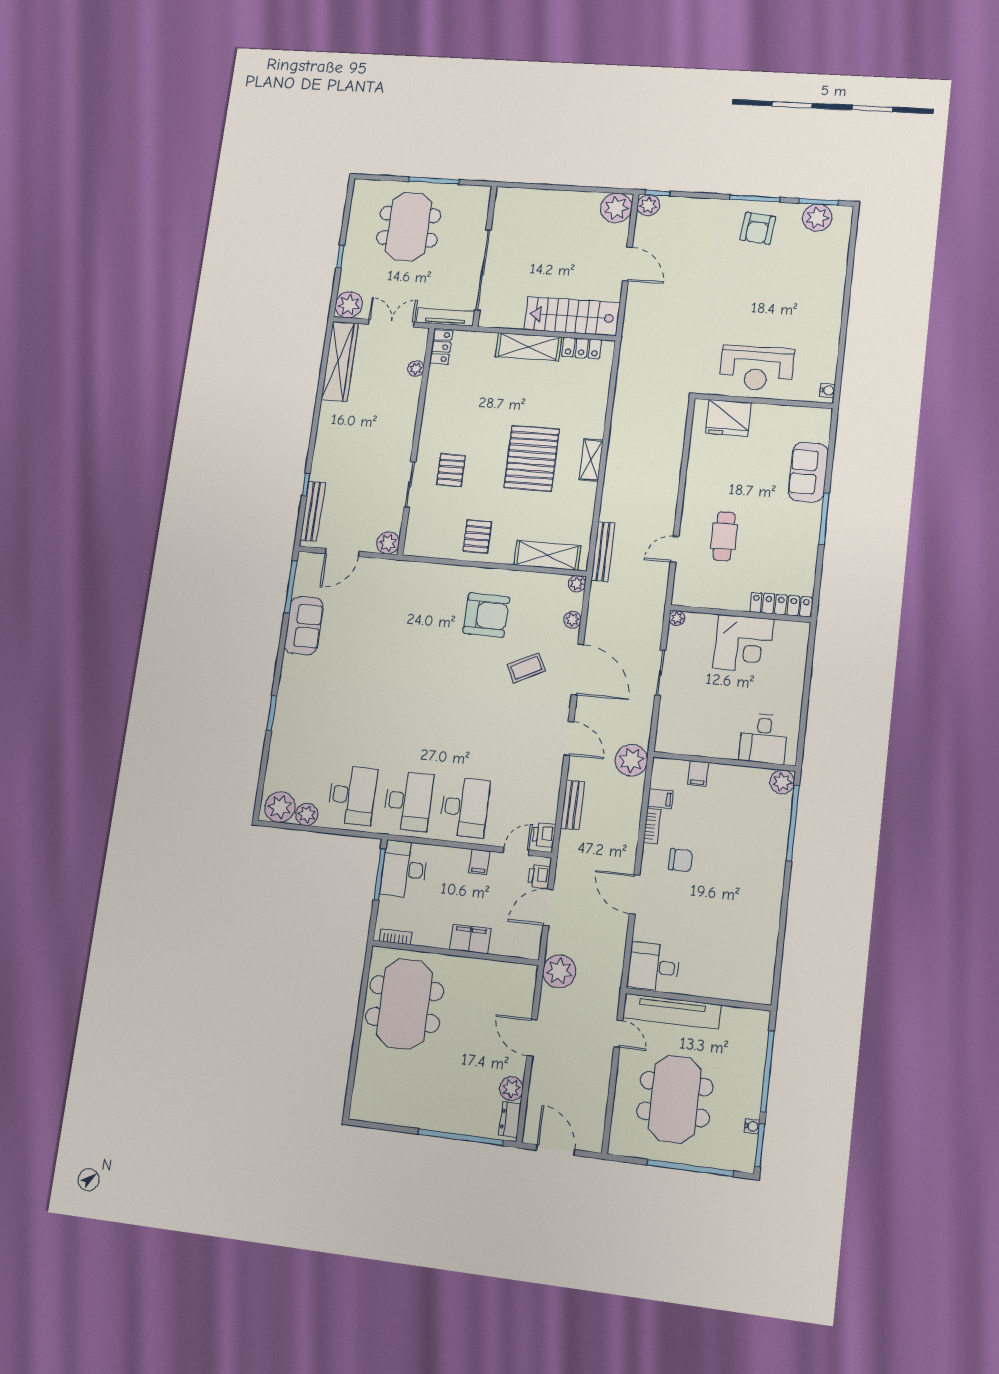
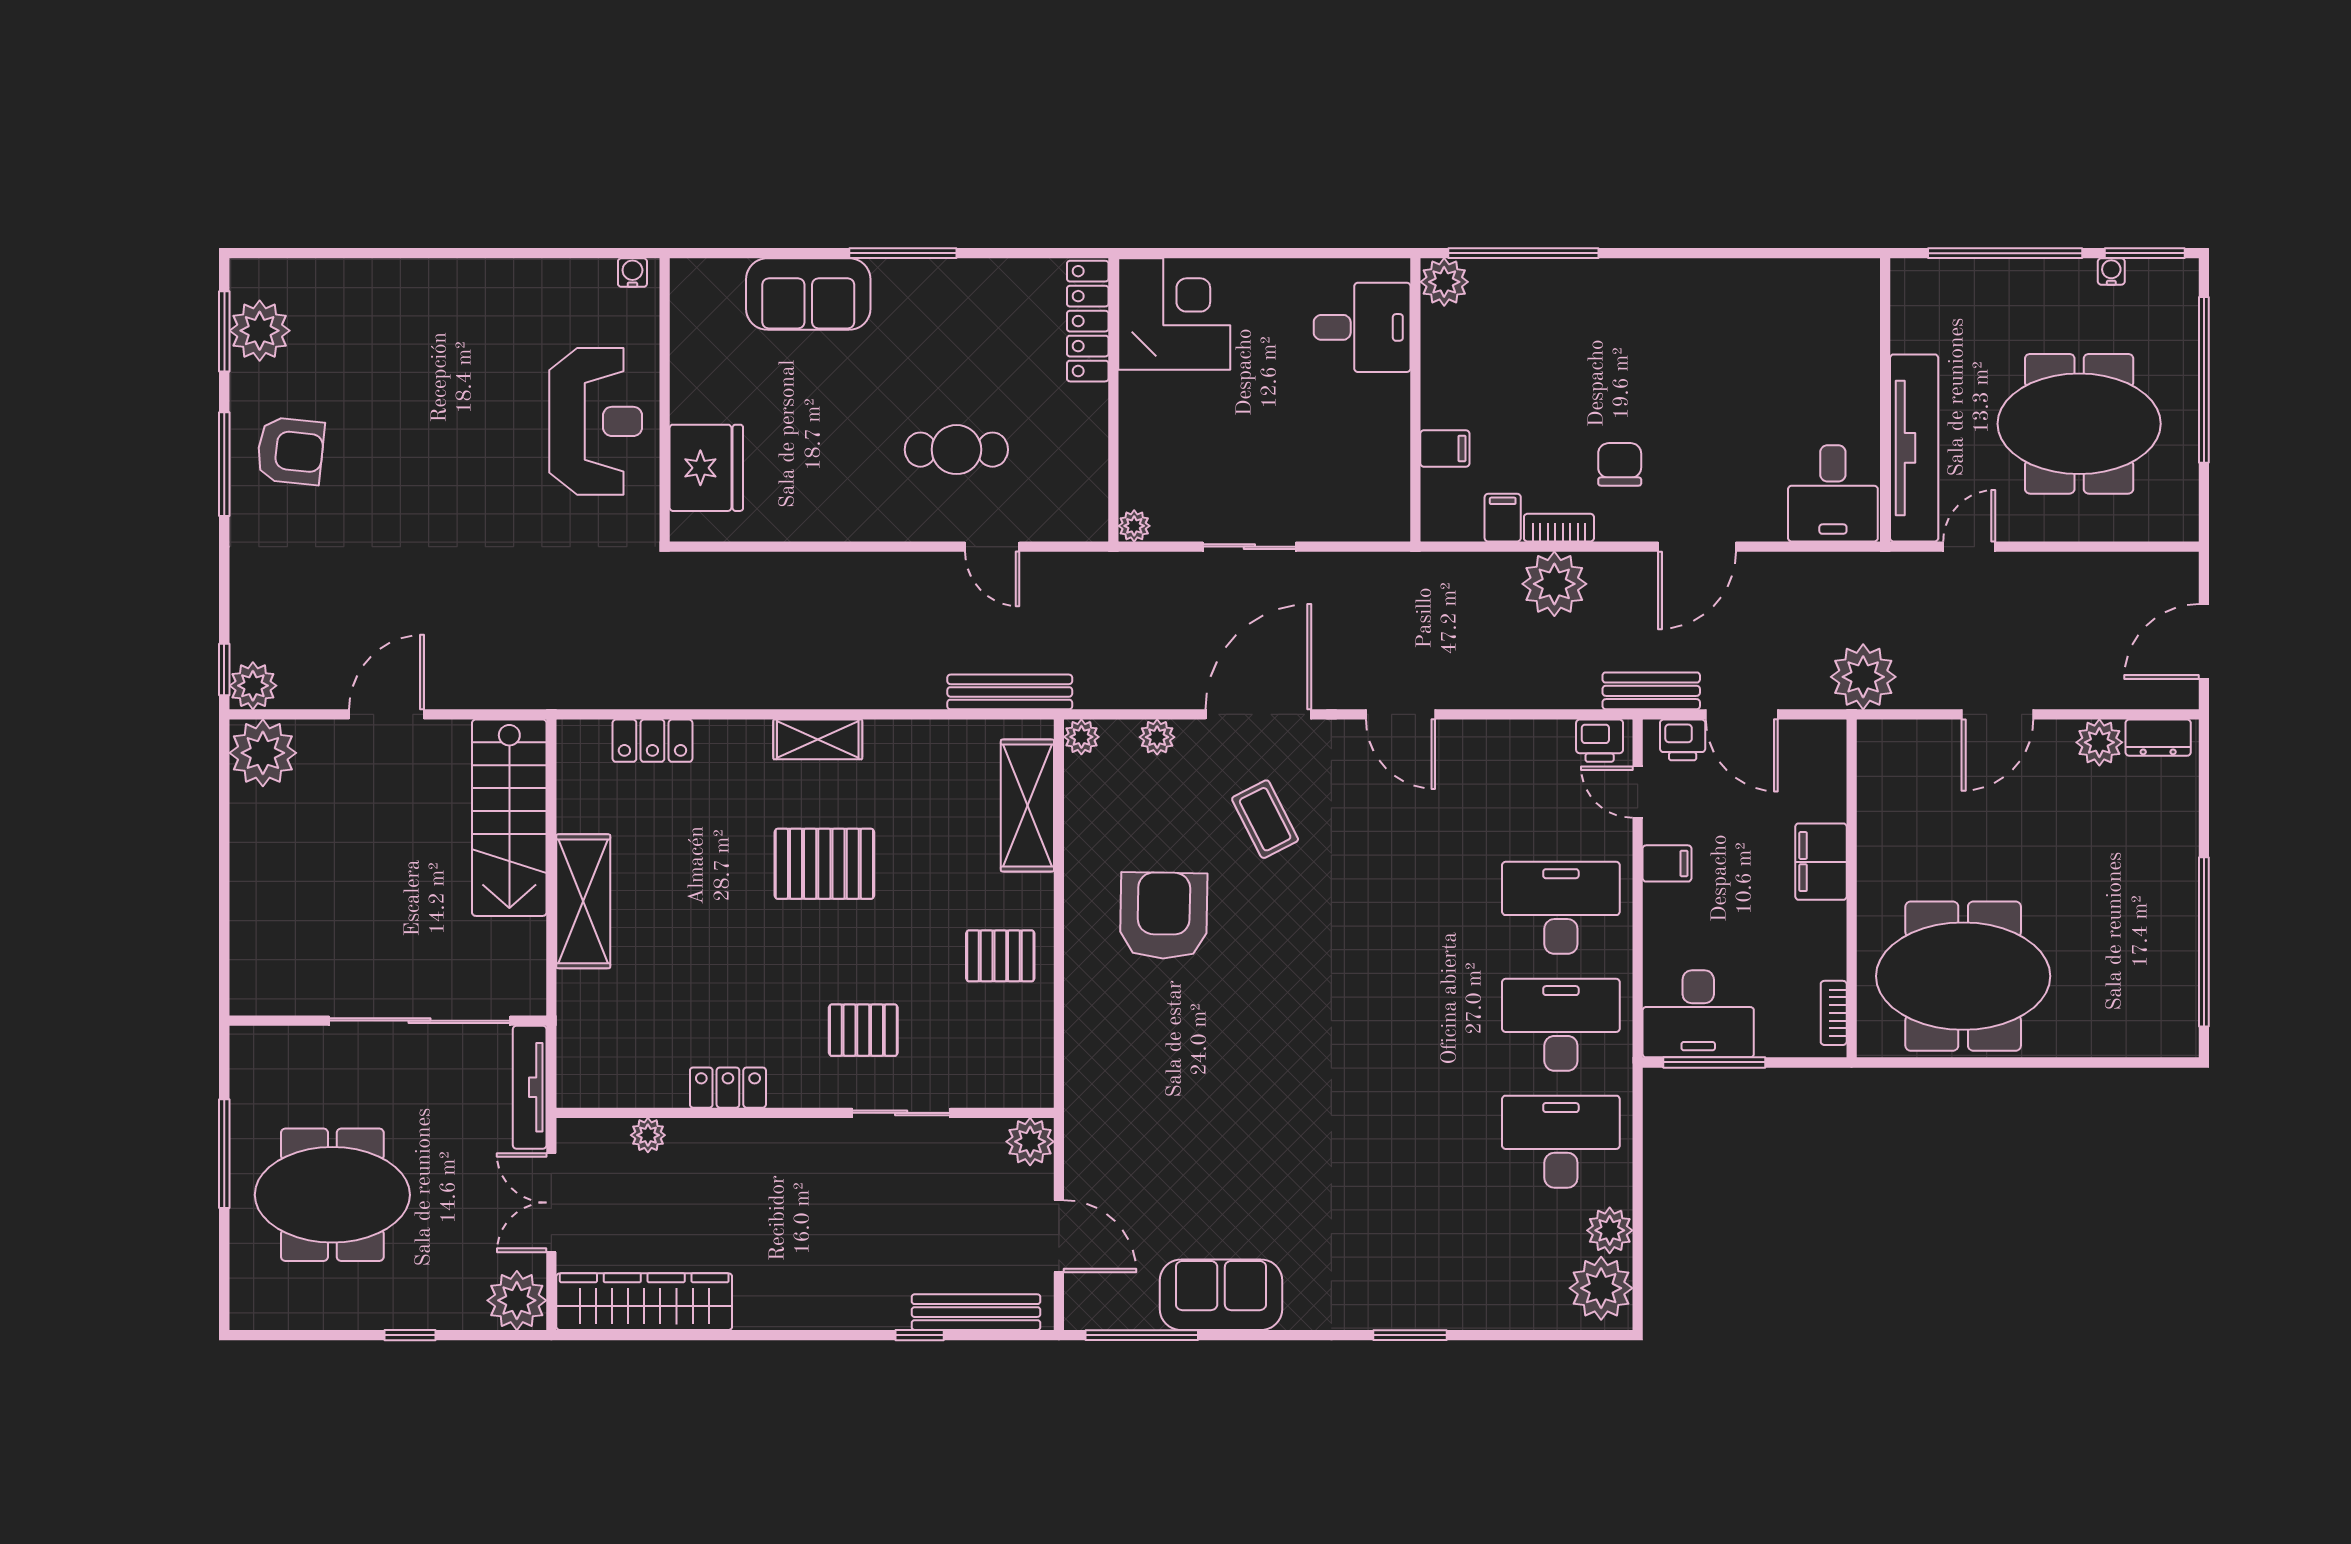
locker: (441, 347) -> (728, 1088), moved
locker: (582, 348) -> (652, 741), moved, turned 90
pallet: (532, 458) -> (824, 864), width x0.73, depth x0.71
corner desk: (743, 644) -> (1174, 314), moved
door: (569, 738) -> (1400, 714), swing flipped
plant: (631, 760) -> (1554, 584), moved
bench: (572, 805) -> (1651, 691), moved
window: (461, 1137) -> (2204, 942), moved

